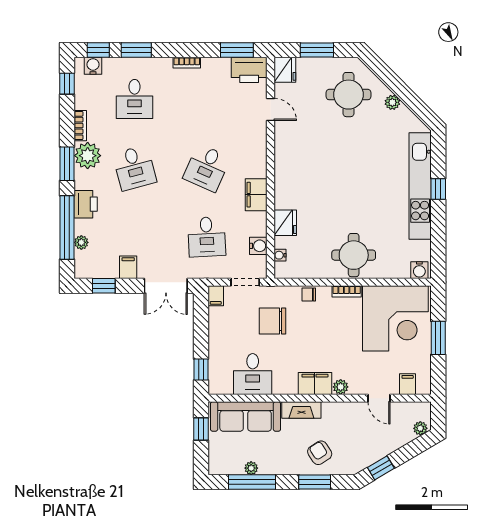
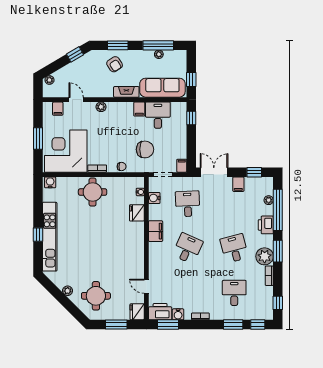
water cooler: (93, 66) -> (178, 314), moved
filing cabinet: (315, 383) -> (139, 109), moved, width x0.50

